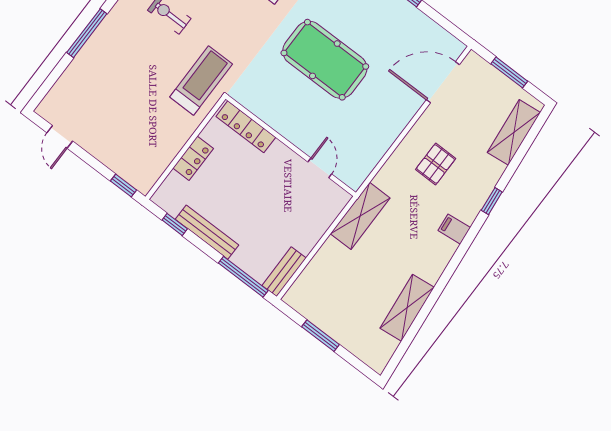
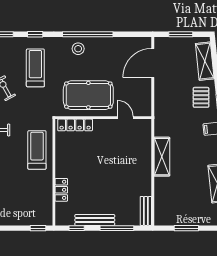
locker: (246, 127) -> (75, 125), moved
wall: (291, 146) -> (103, 118), moved
pallet: (436, 164) -> (201, 97), moved
door: (320, 168) -> (125, 118), moved
window: (243, 277) -> (117, 228), moved

